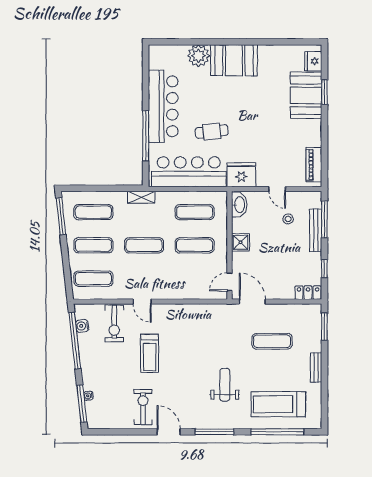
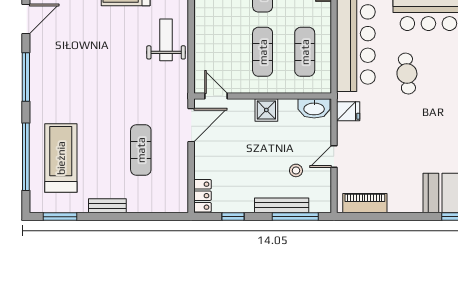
fridge: (241, 175) -> (348, 111), width x0.53, depth x0.75
window: (324, 327) -> (60, 217), moved
weight bench: (225, 385) -> (166, 40), moved, turned -90

